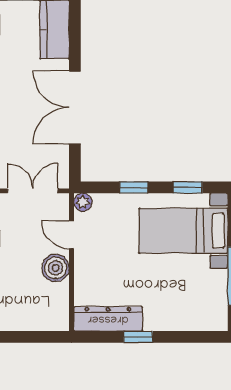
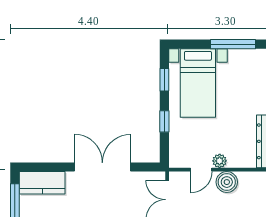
double door: (75, 107) -> (102, 167), swing flipped
plant: (83, 202) -> (220, 161), moved

